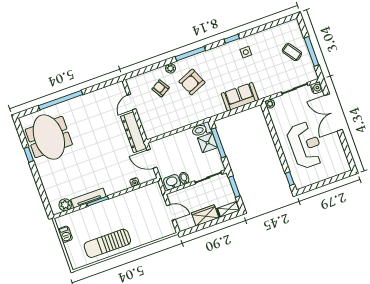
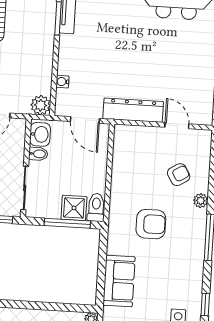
armchair: (192, 82) -> (151, 224), moved, turned 113
door: (152, 159) -> (85, 120), swing flipped
plant: (154, 189) -> (41, 105), added

